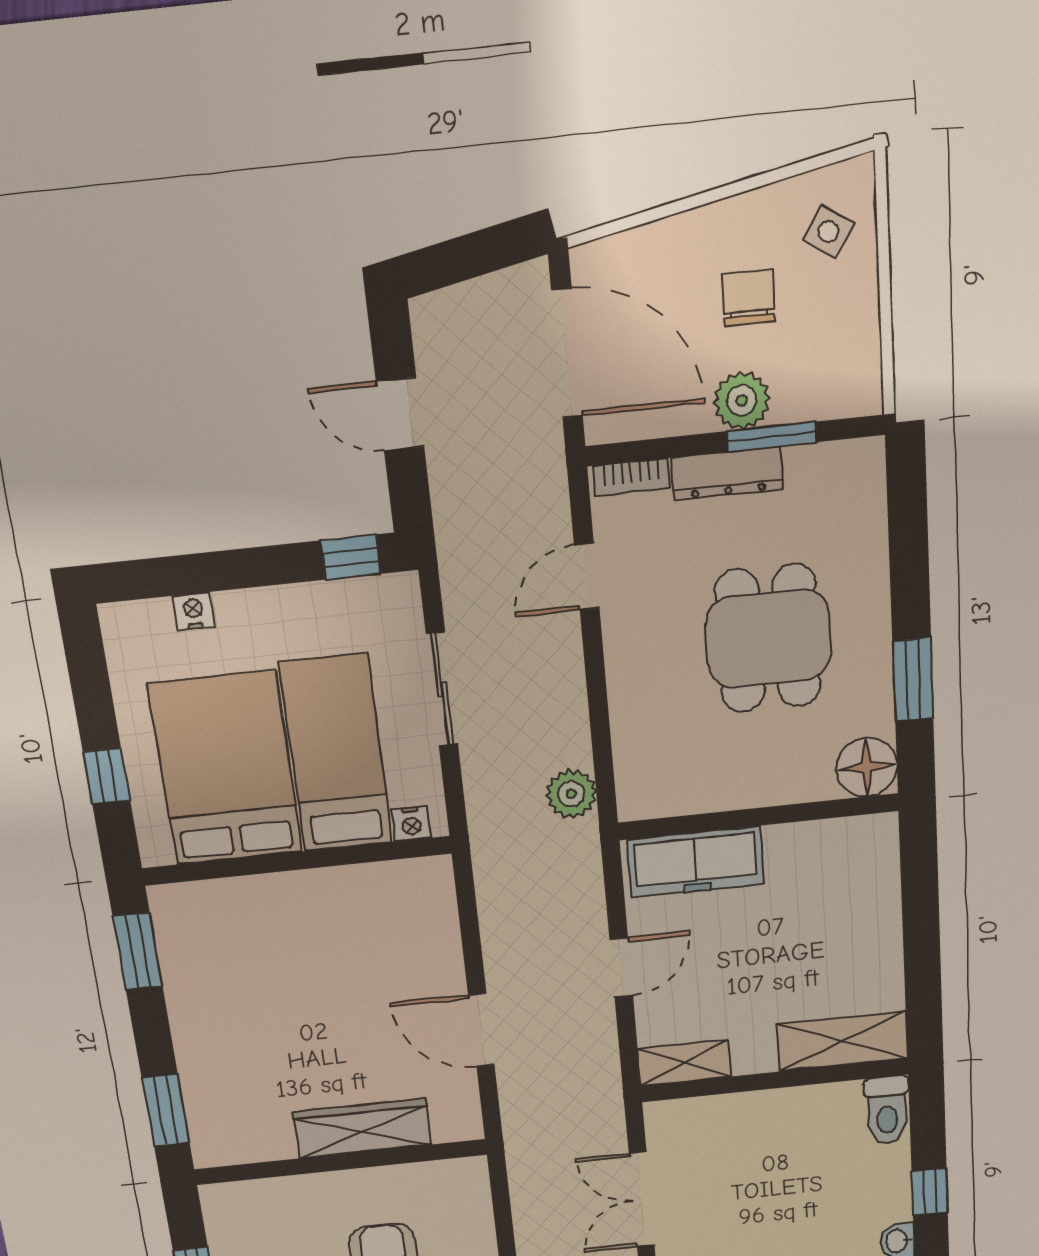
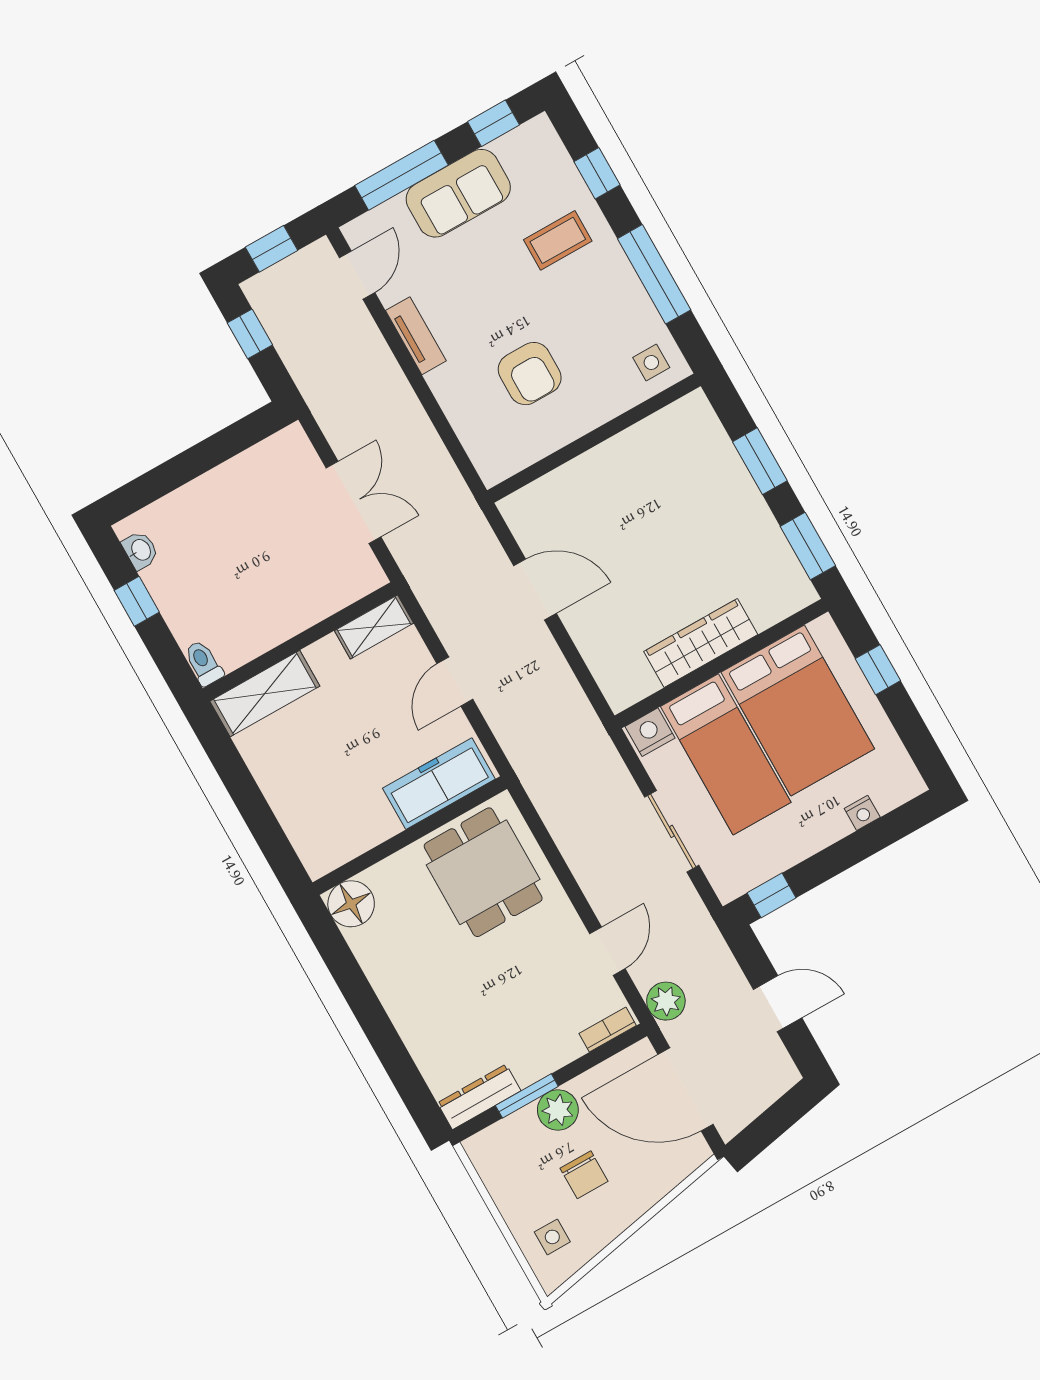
side table: (828, 232) -> (552, 1237), turned -33
dresser: (727, 473) -> (479, 1097), moved
dining table: (768, 639) -> (483, 872), moved
window: (913, 680) -> (350, 978), removed
plant: (571, 794) -> (666, 1001), moved
nightstand: (411, 824) -> (650, 732), width x1.39, depth x1.35
window: (166, 1110) -> (760, 461), moved
toilet: (887, 1110) -> (204, 663), width x0.73, depth x0.72
wardrobe: (362, 1128) -> (701, 643), moved, turned 180
side table: (241, 1214) -> (651, 362), added

